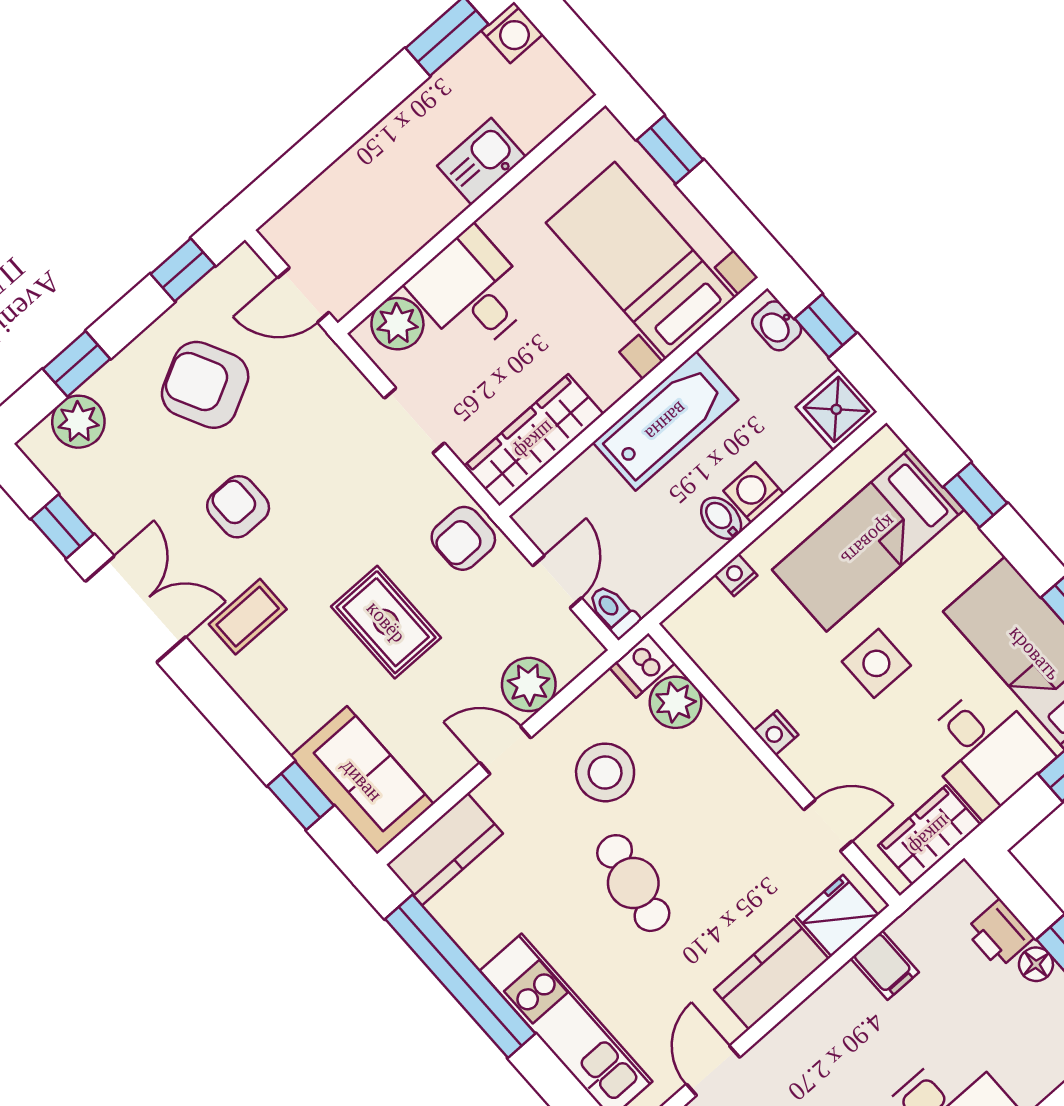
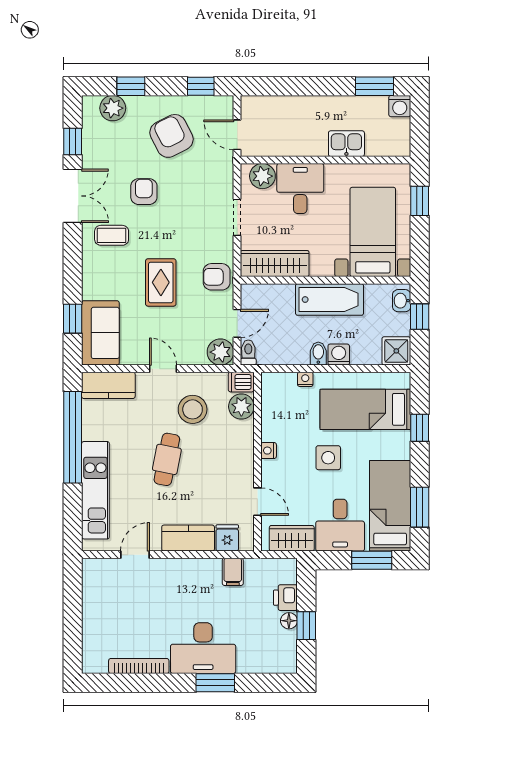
plant: (529, 684) -> (220, 352), moved
fridge: (837, 916) -> (227, 538), width x0.72

